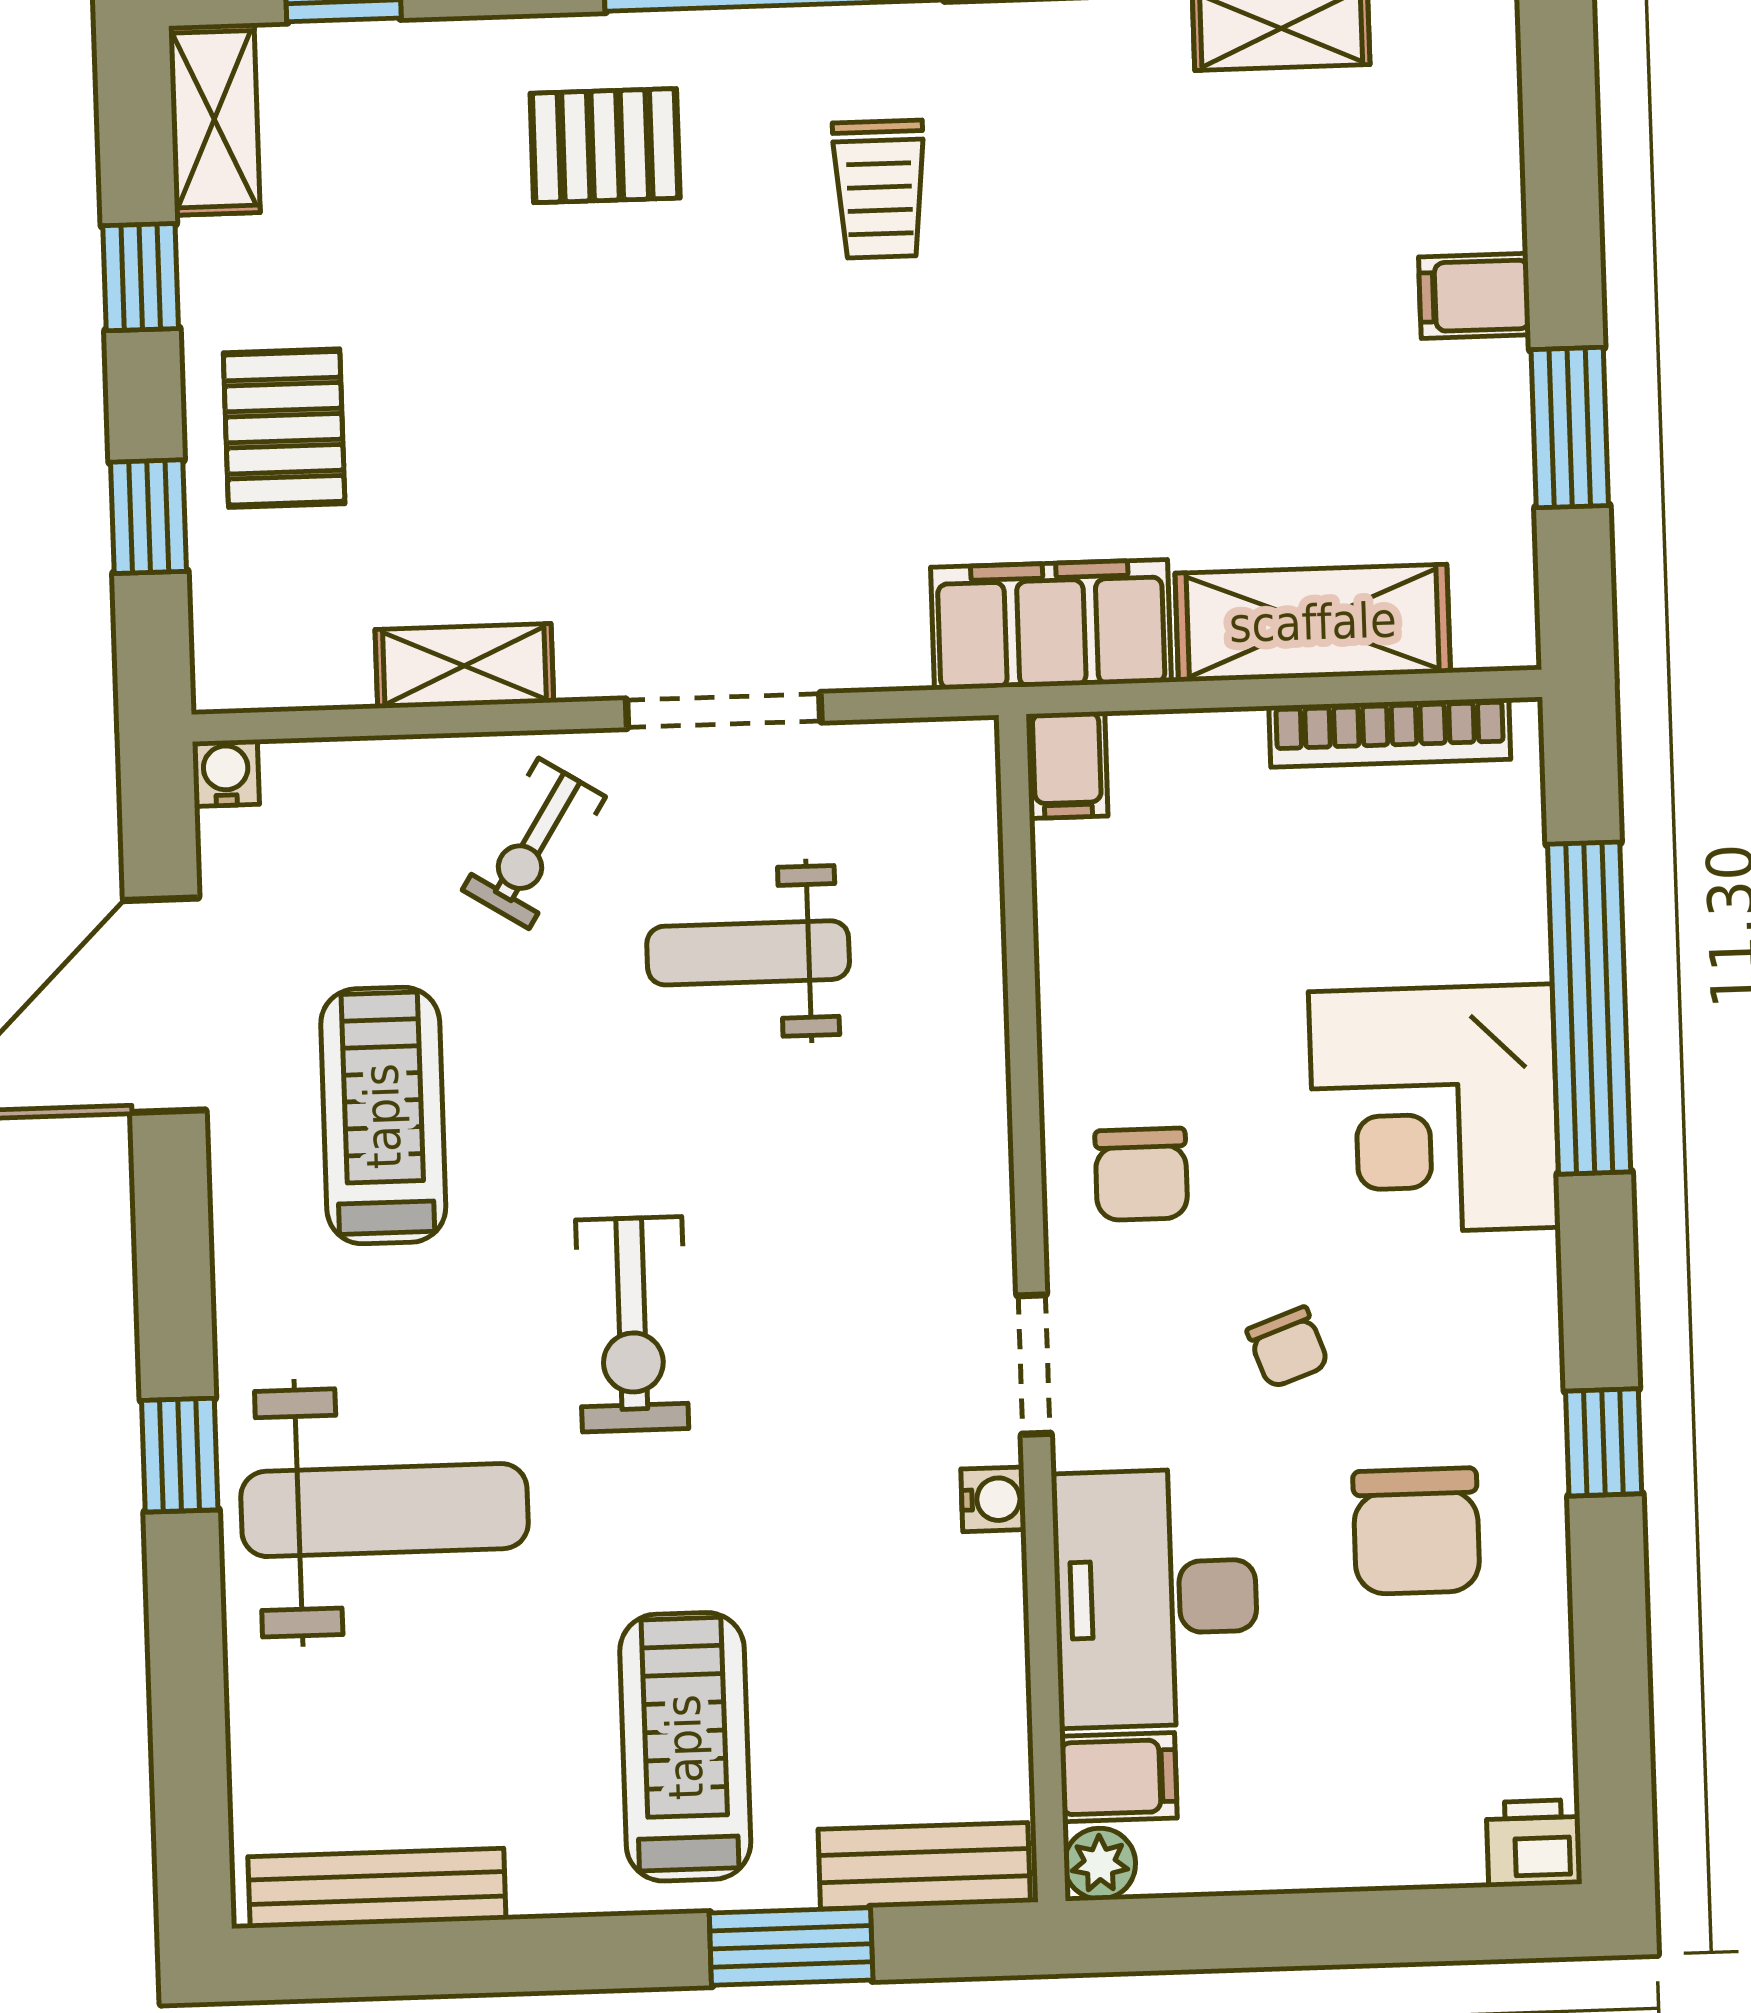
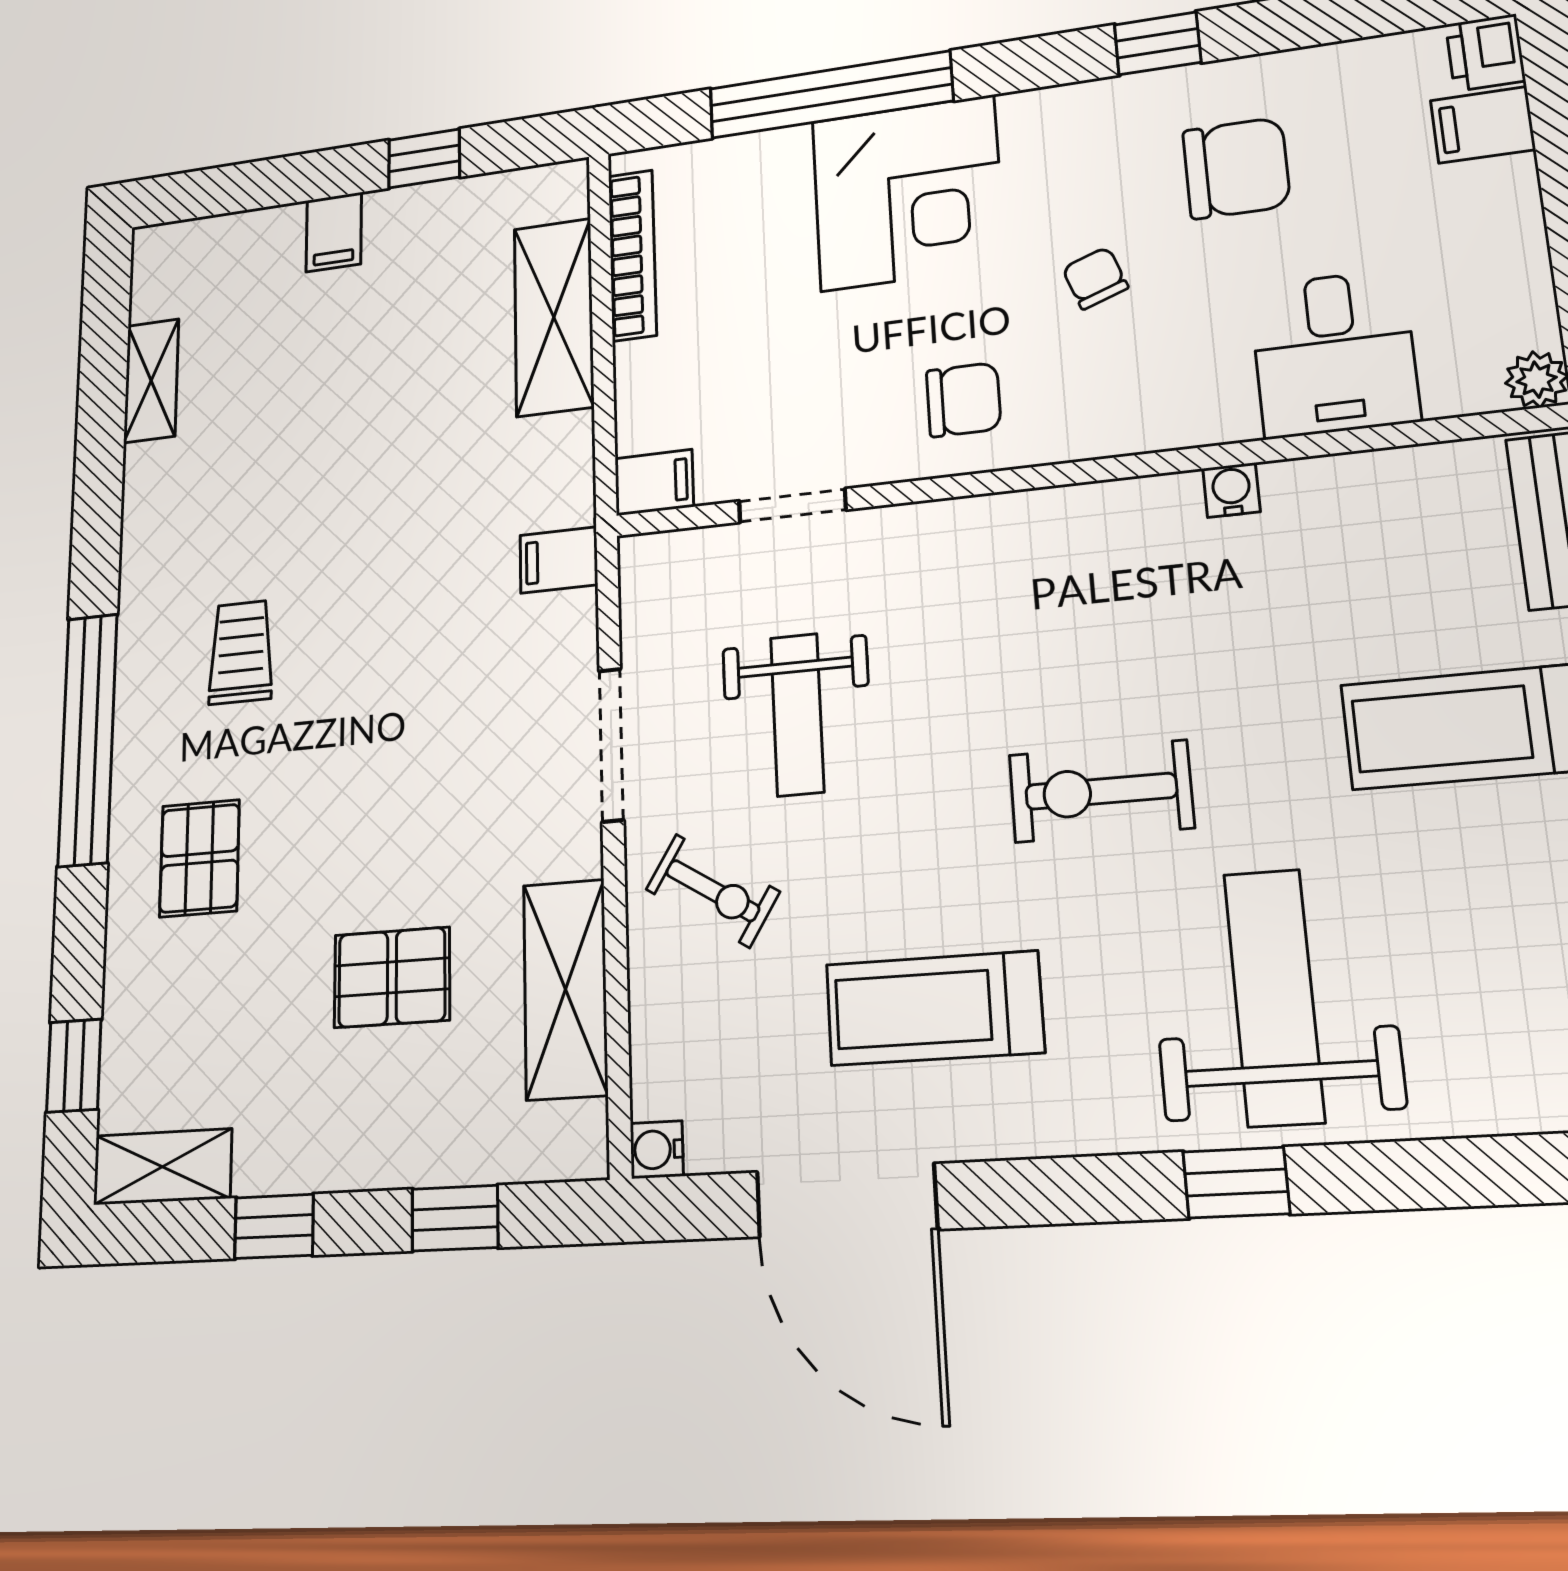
trolley: (879, 189) -> (241, 652), turned -90
pallet: (284, 428) -> (392, 977), moved
window: (1570, 428) -> (424, 159), width x0.67
filing cabinet: (1051, 625) -> (559, 560), width x0.33, depth x0.86
shelving: (464, 666) -> (565, 989), width x1.50, depth x1.33
exercise bike: (632, 1324) -> (1101, 791), turned 180
chair: (1288, 1347) -> (1095, 278), turned -90
doorway: (1034, 1364) -> (792, 505), moved
desk: (1156, 1598) -> (1334, 353), width x0.73
filing cabinet: (1119, 1777) -> (1483, 125), moved, turned -90

